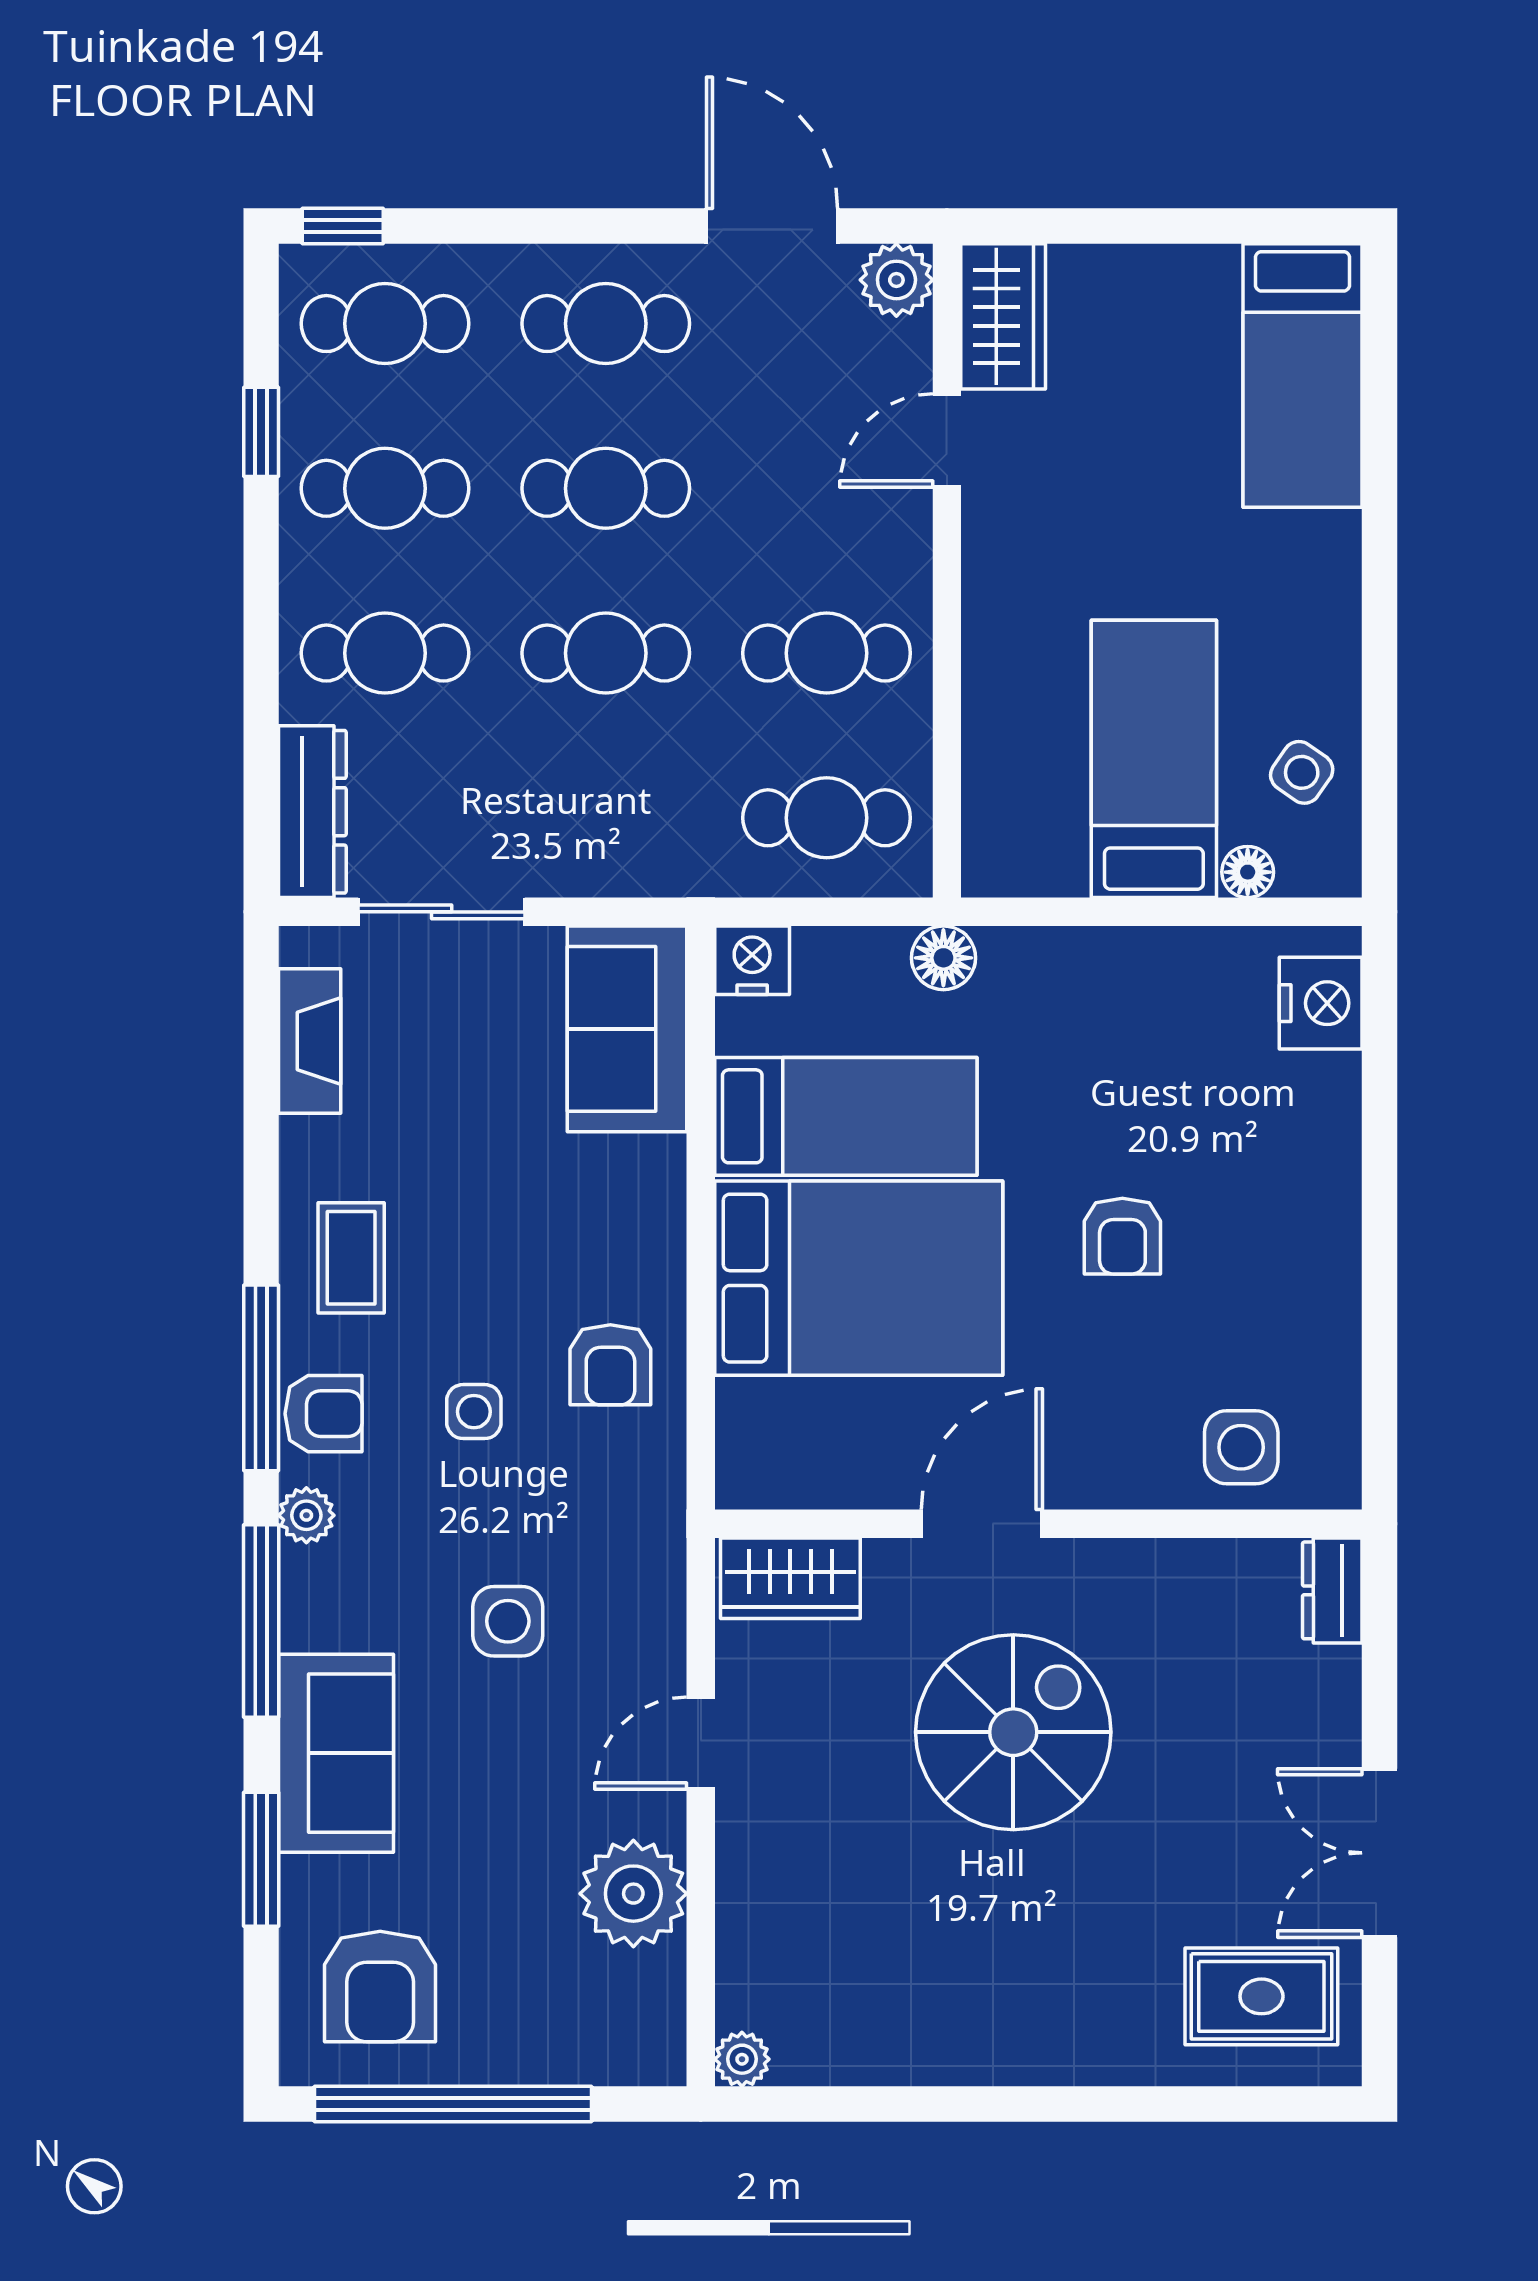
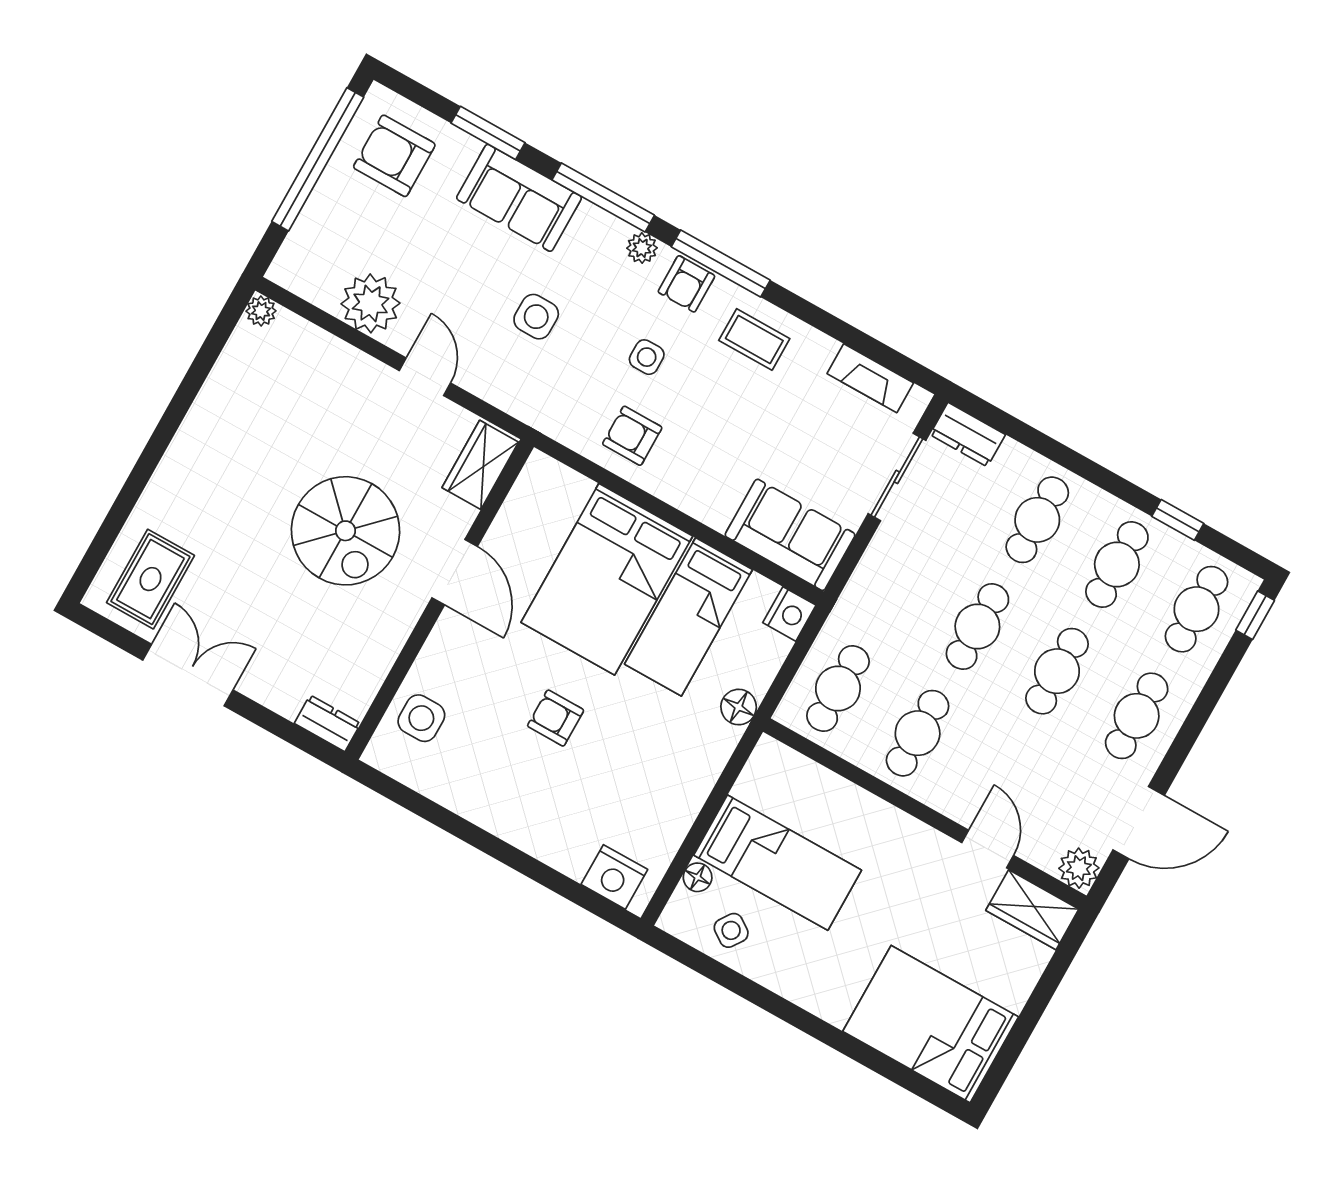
bed: (1303, 376) -> (931, 1024), width x1.50
dresser: (312, 812) -> (968, 435), width x0.70

